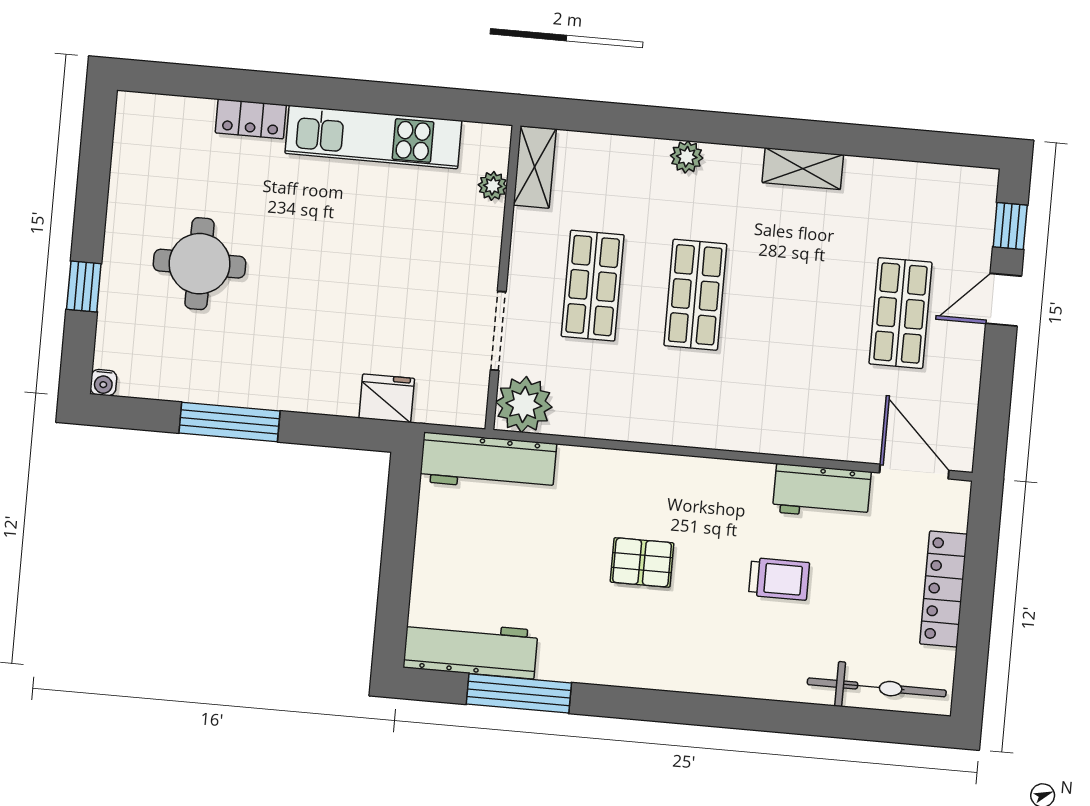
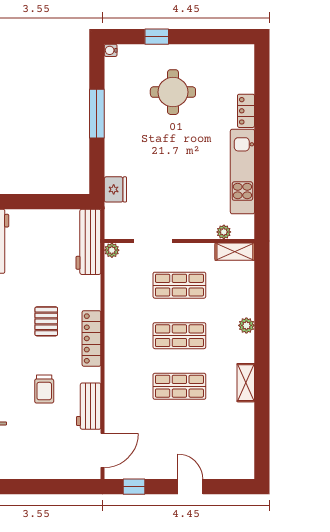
window: (1010, 226) -> (134, 487), moved
shop shelf: (901, 313) -> (179, 386), moved
plant: (524, 404) -> (112, 250), width x0.53, depth x0.53
locker: (944, 589) -> (91, 338), moved, turned -90

